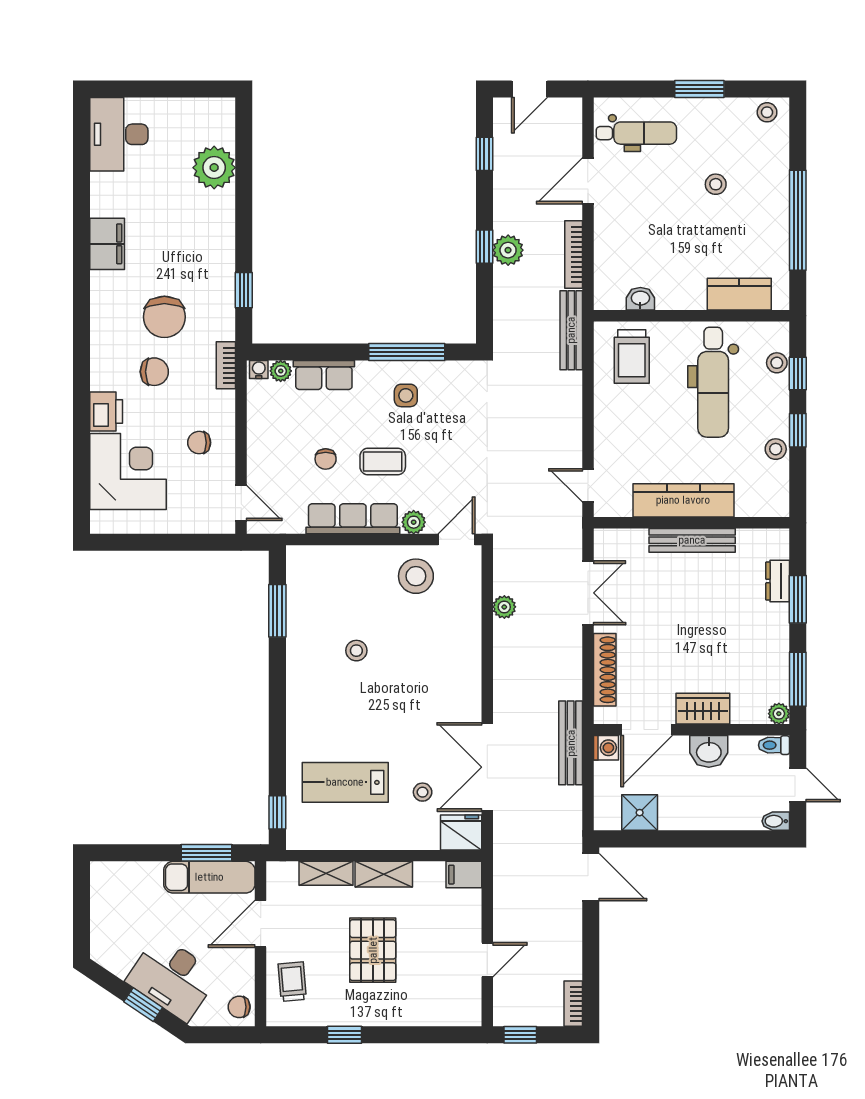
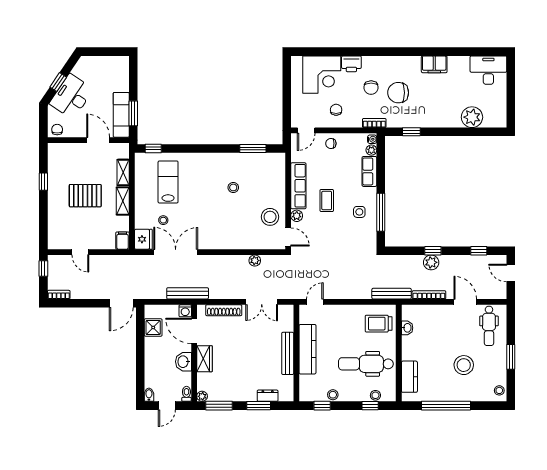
stool: (716, 184) -> (464, 365), width x1.89, depth x1.89
window: (798, 430) -> (322, 406), moved
chair: (326, 459) -> (331, 143), moved
trolley: (292, 982) -> (70, 156), removed

